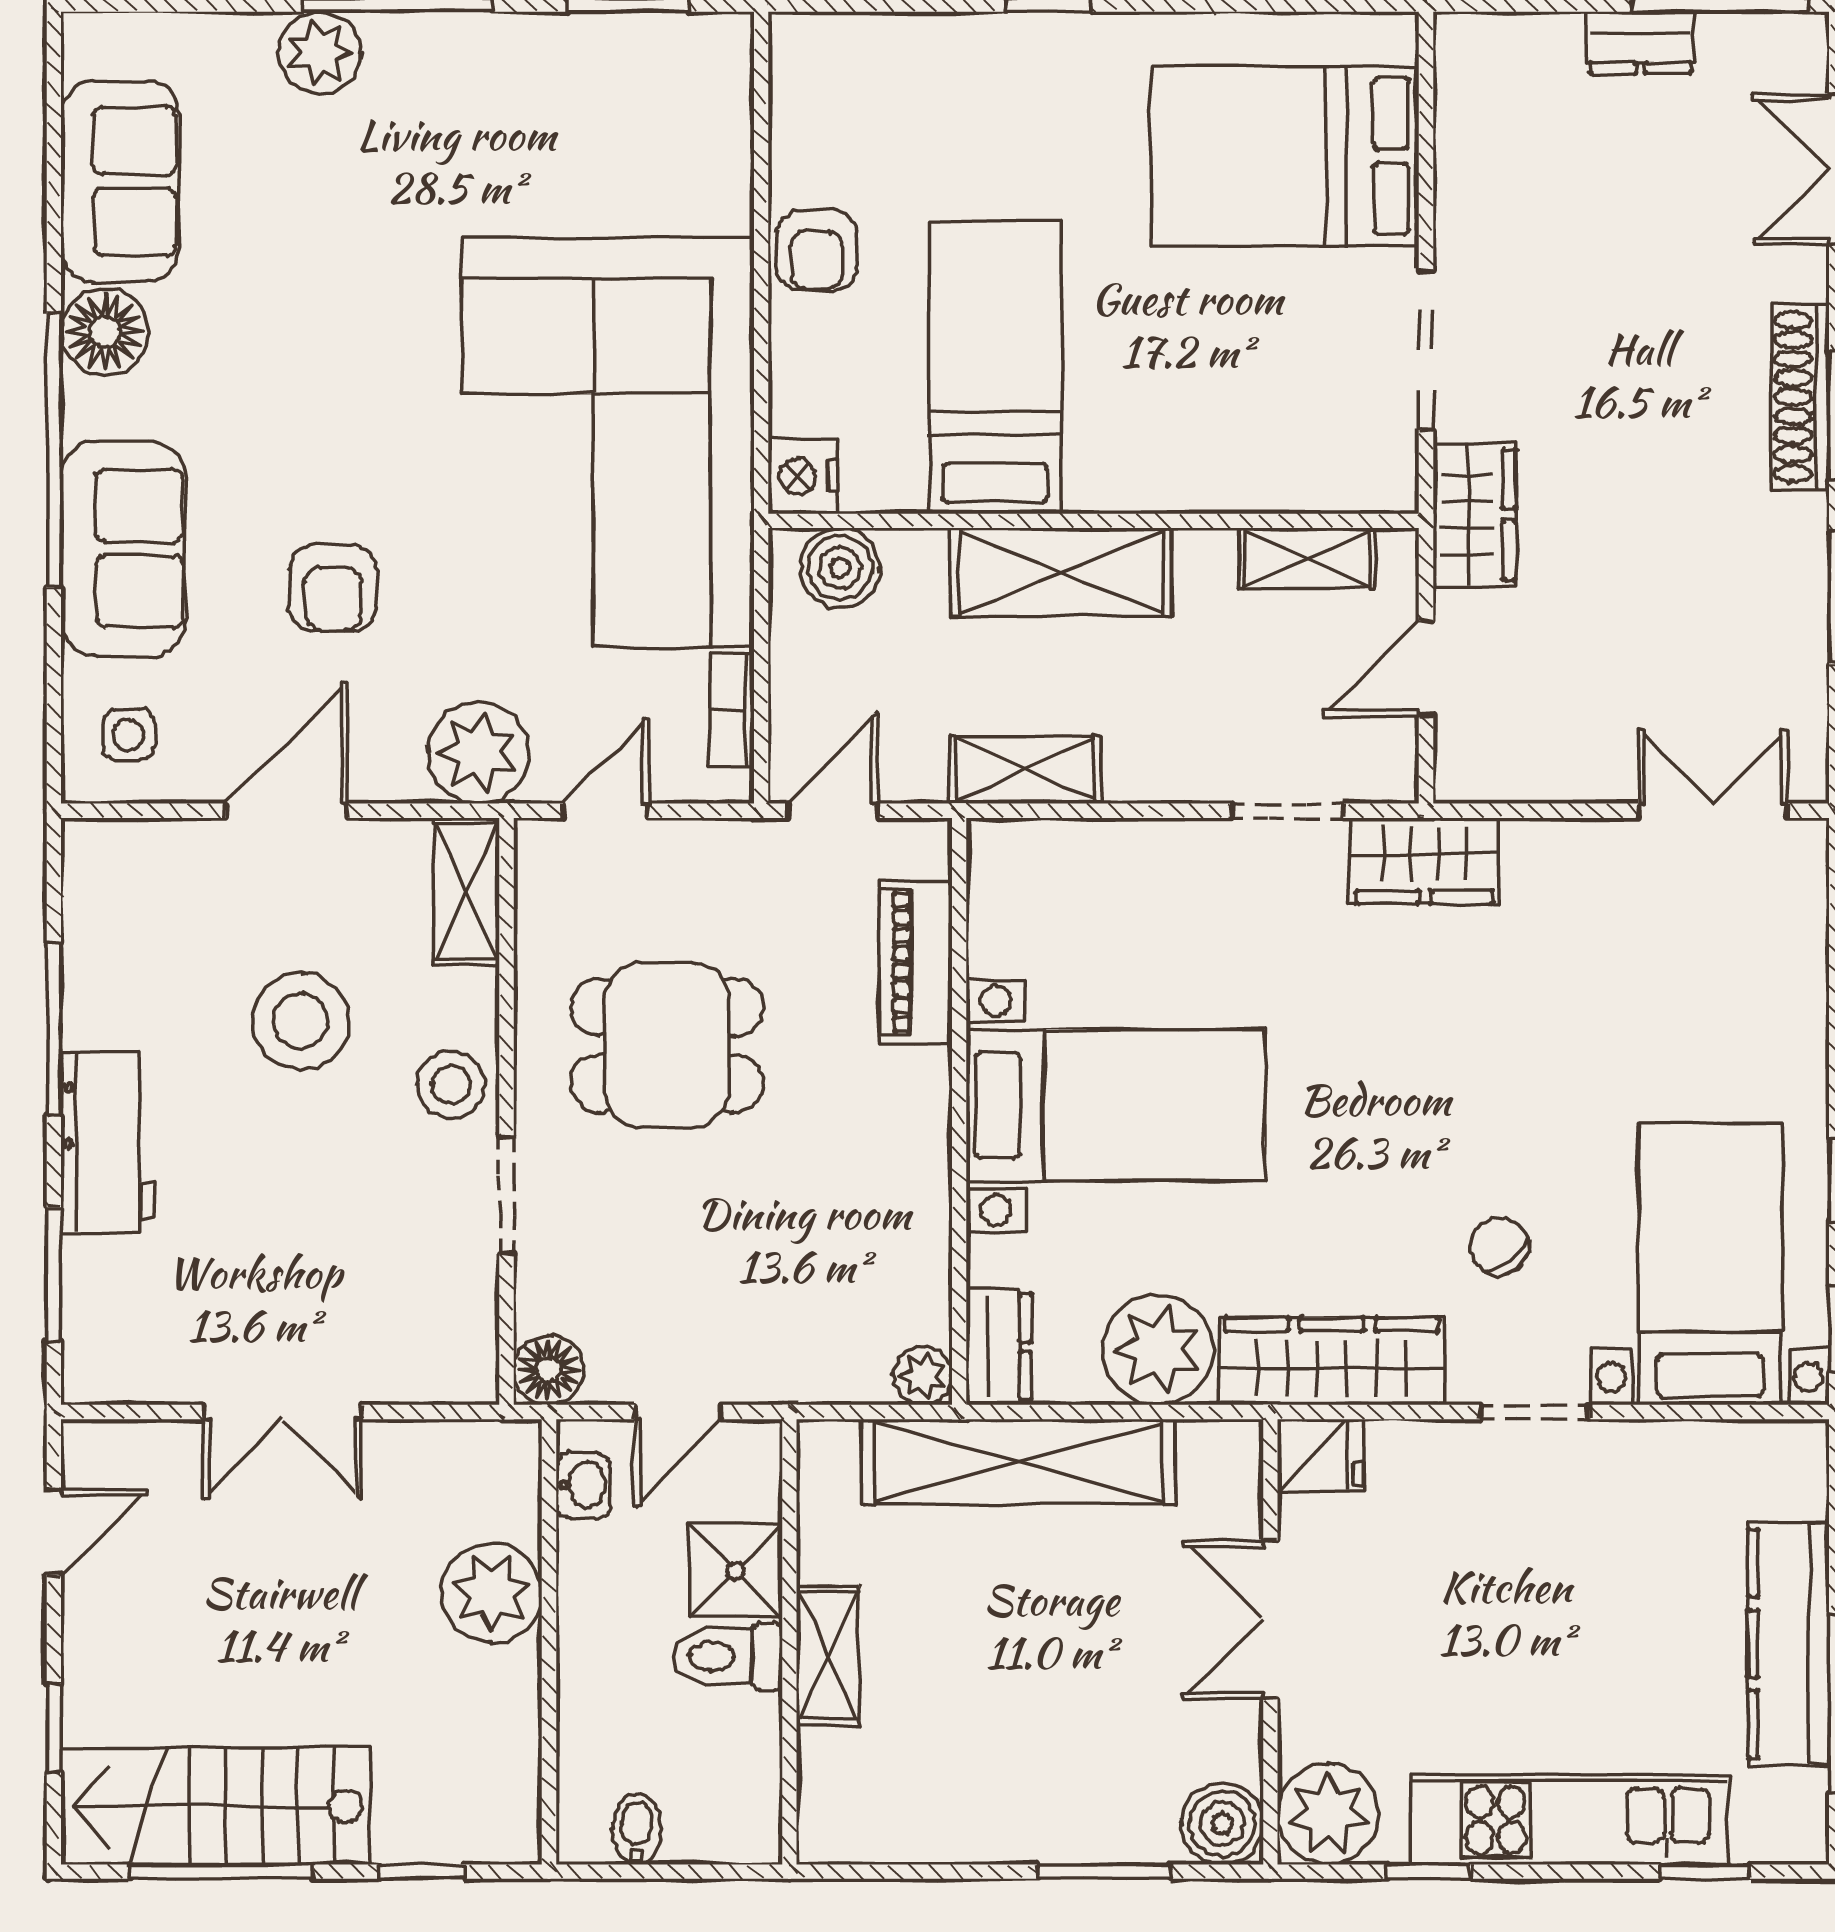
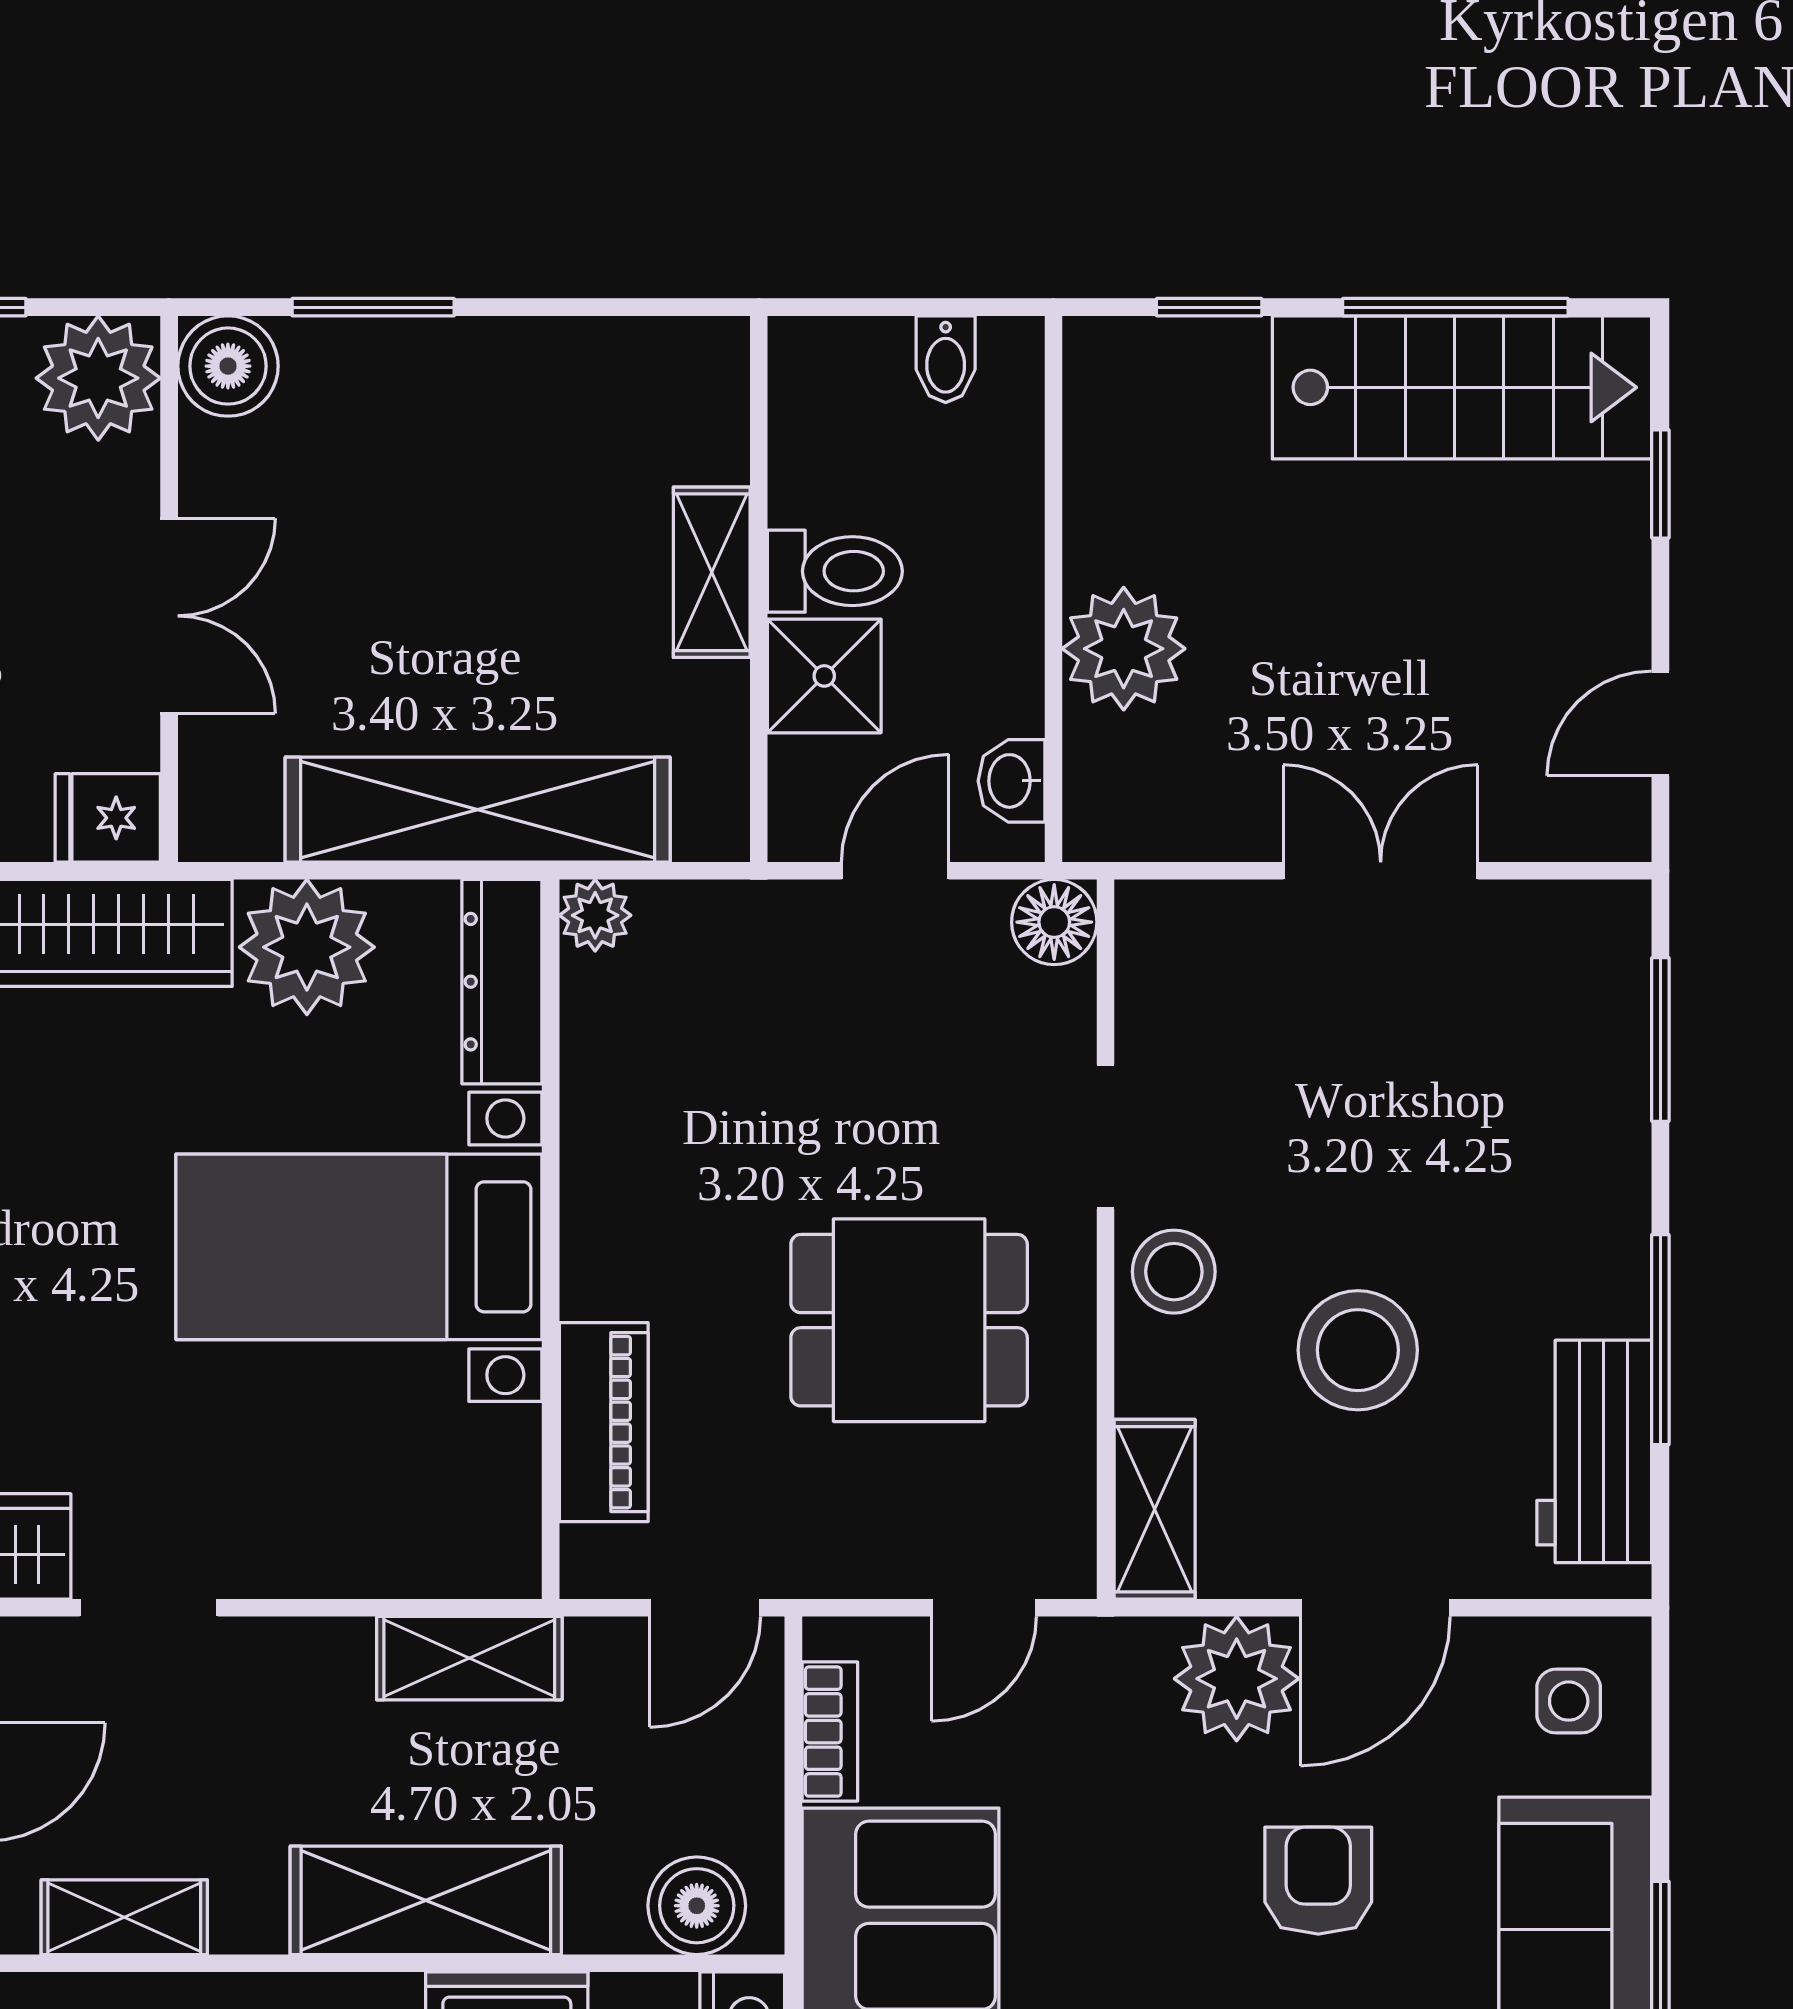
plant: (478, 753) -> (1237, 1679), moved
workbench: (108, 1143) -> (1594, 1451), moved
dresser: (999, 1347) -> (502, 982), width x1.44

